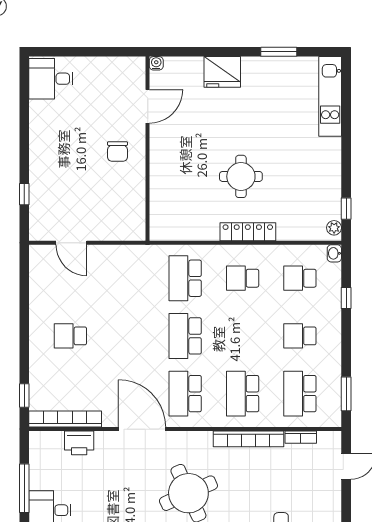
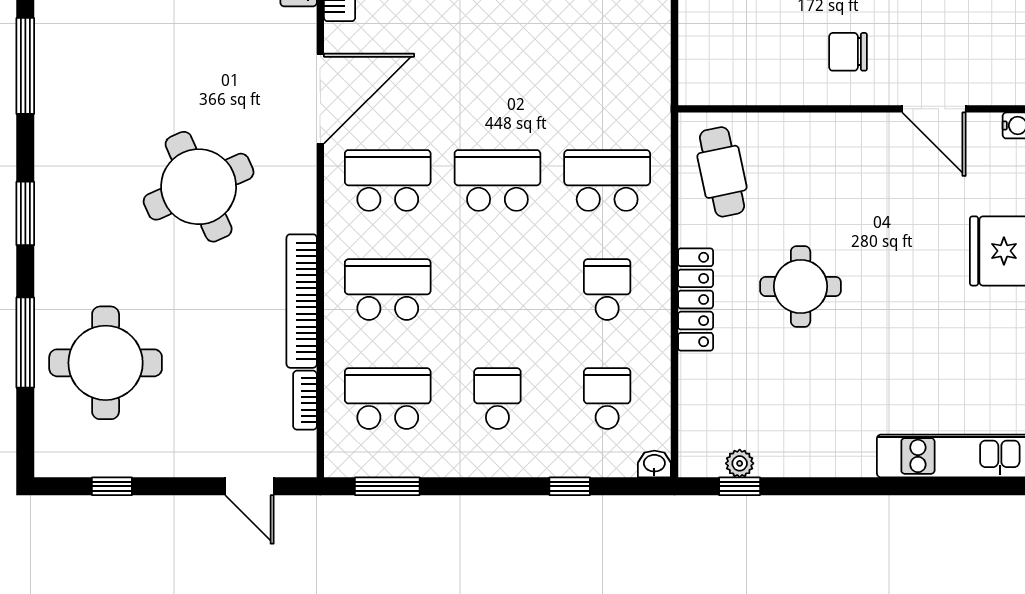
cafe table: (181, 218) -> (722, 172), added
plant: (334, 228) -> (740, 463), moved

